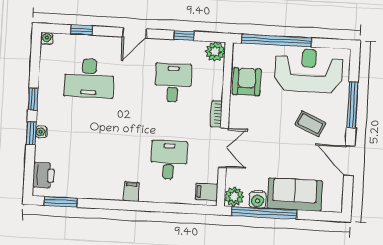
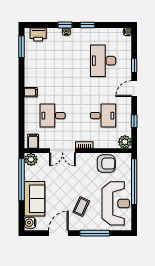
window: (81, 30) -> (134, 65), moved
door: (134, 33) -> (134, 89), hinge flipped
desk: (169, 160) -> (53, 116), turned 180
water cooler: (258, 199) -> (30, 223), moved

